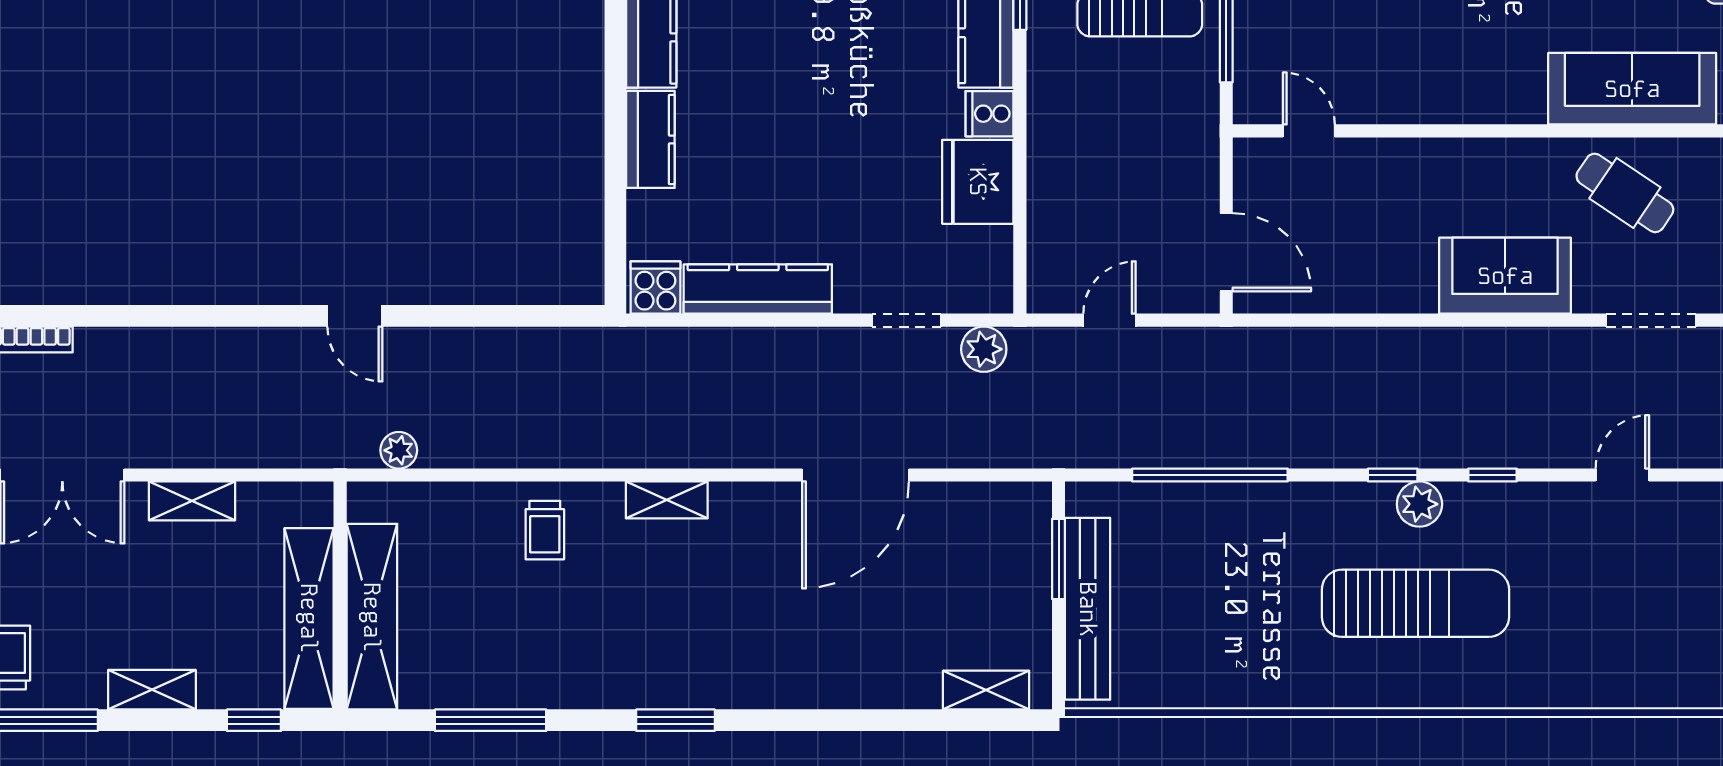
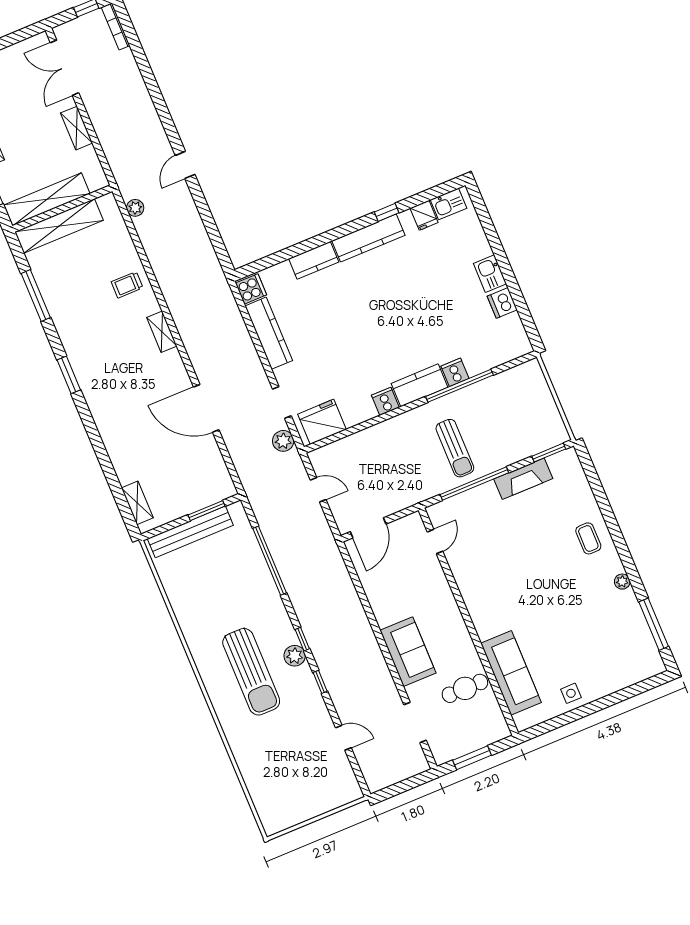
fridge: (978, 182) -> (322, 422), moved
cafe table: (1625, 193) -> (465, 688), turned 56

